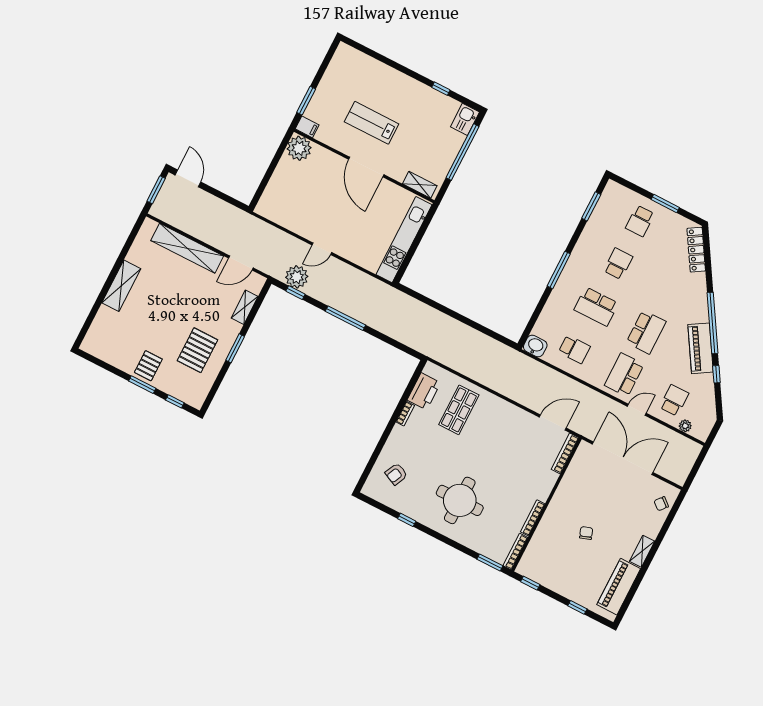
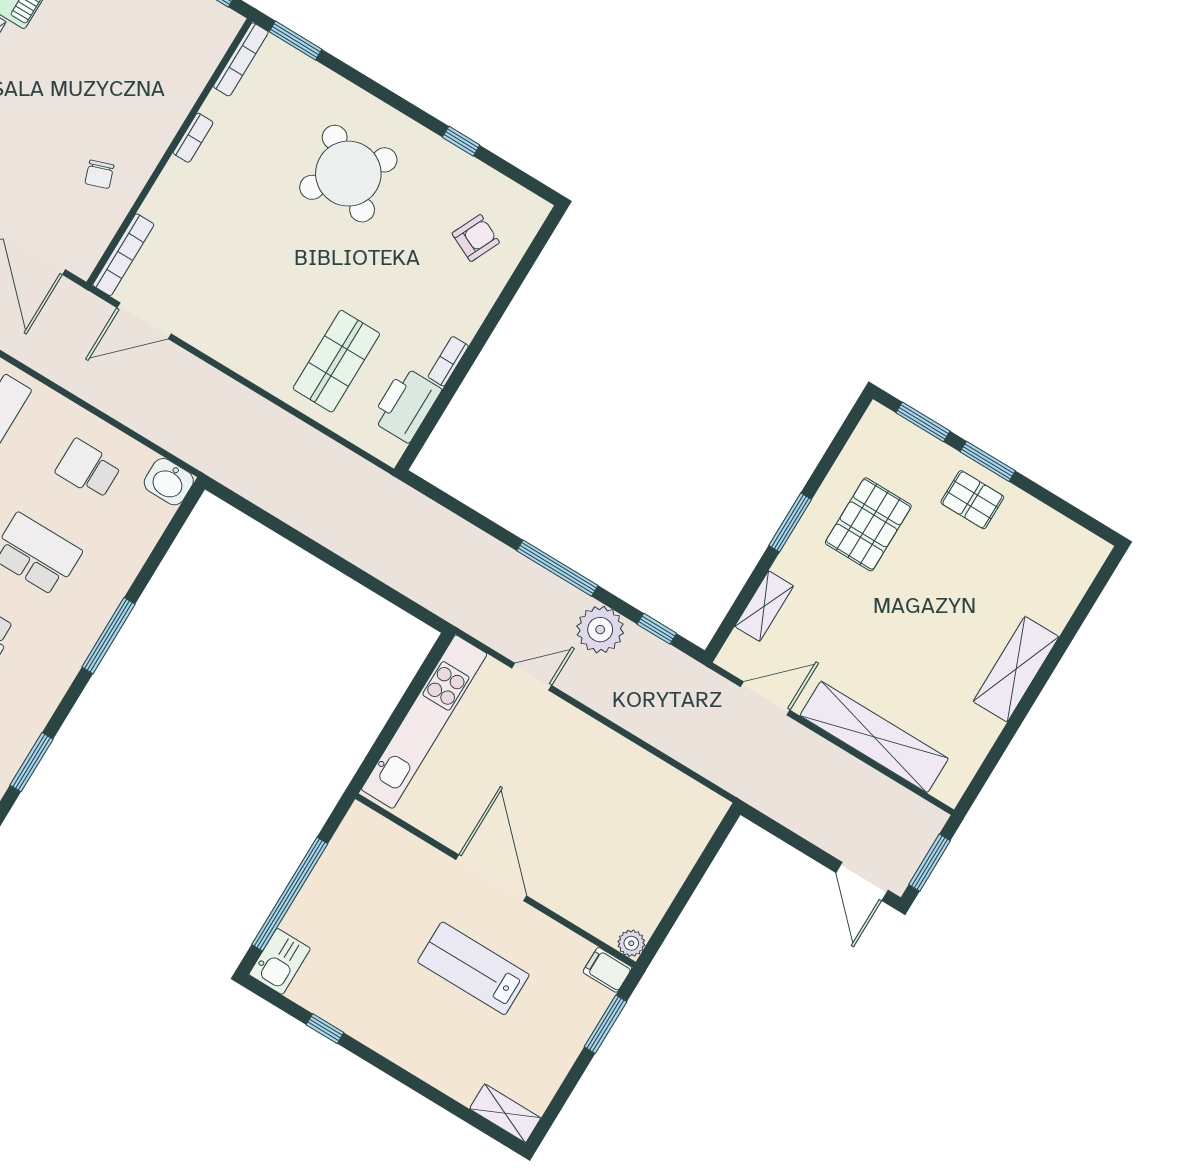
lab bench: (372, 123) -> (473, 968), turned 180
plant: (299, 148) -> (631, 943), width x0.53, depth x0.53
shelving: (420, 185) -> (505, 1113), moved
door: (322, 249) -> (532, 677), moved
plant: (297, 277) -> (600, 630), moved
pallet: (148, 366) -> (972, 500), turned 90
window: (175, 401) -> (923, 422), width x1.50
round table: (460, 500) -> (348, 174), turned 38
bookcase: (533, 518) -> (193, 138), width x0.64
chair: (586, 533) -> (99, 174), moved

